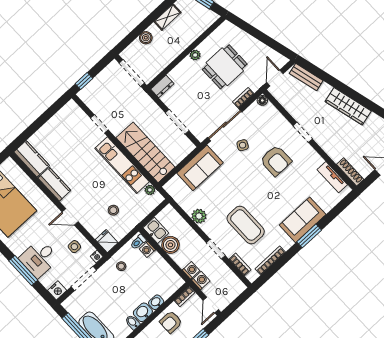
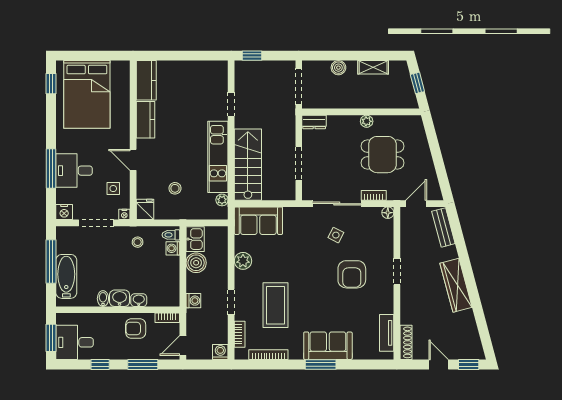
sofa: (200, 168) -> (258, 221), moved
washing machine: (201, 280) -> (220, 352), moved, turned -90

